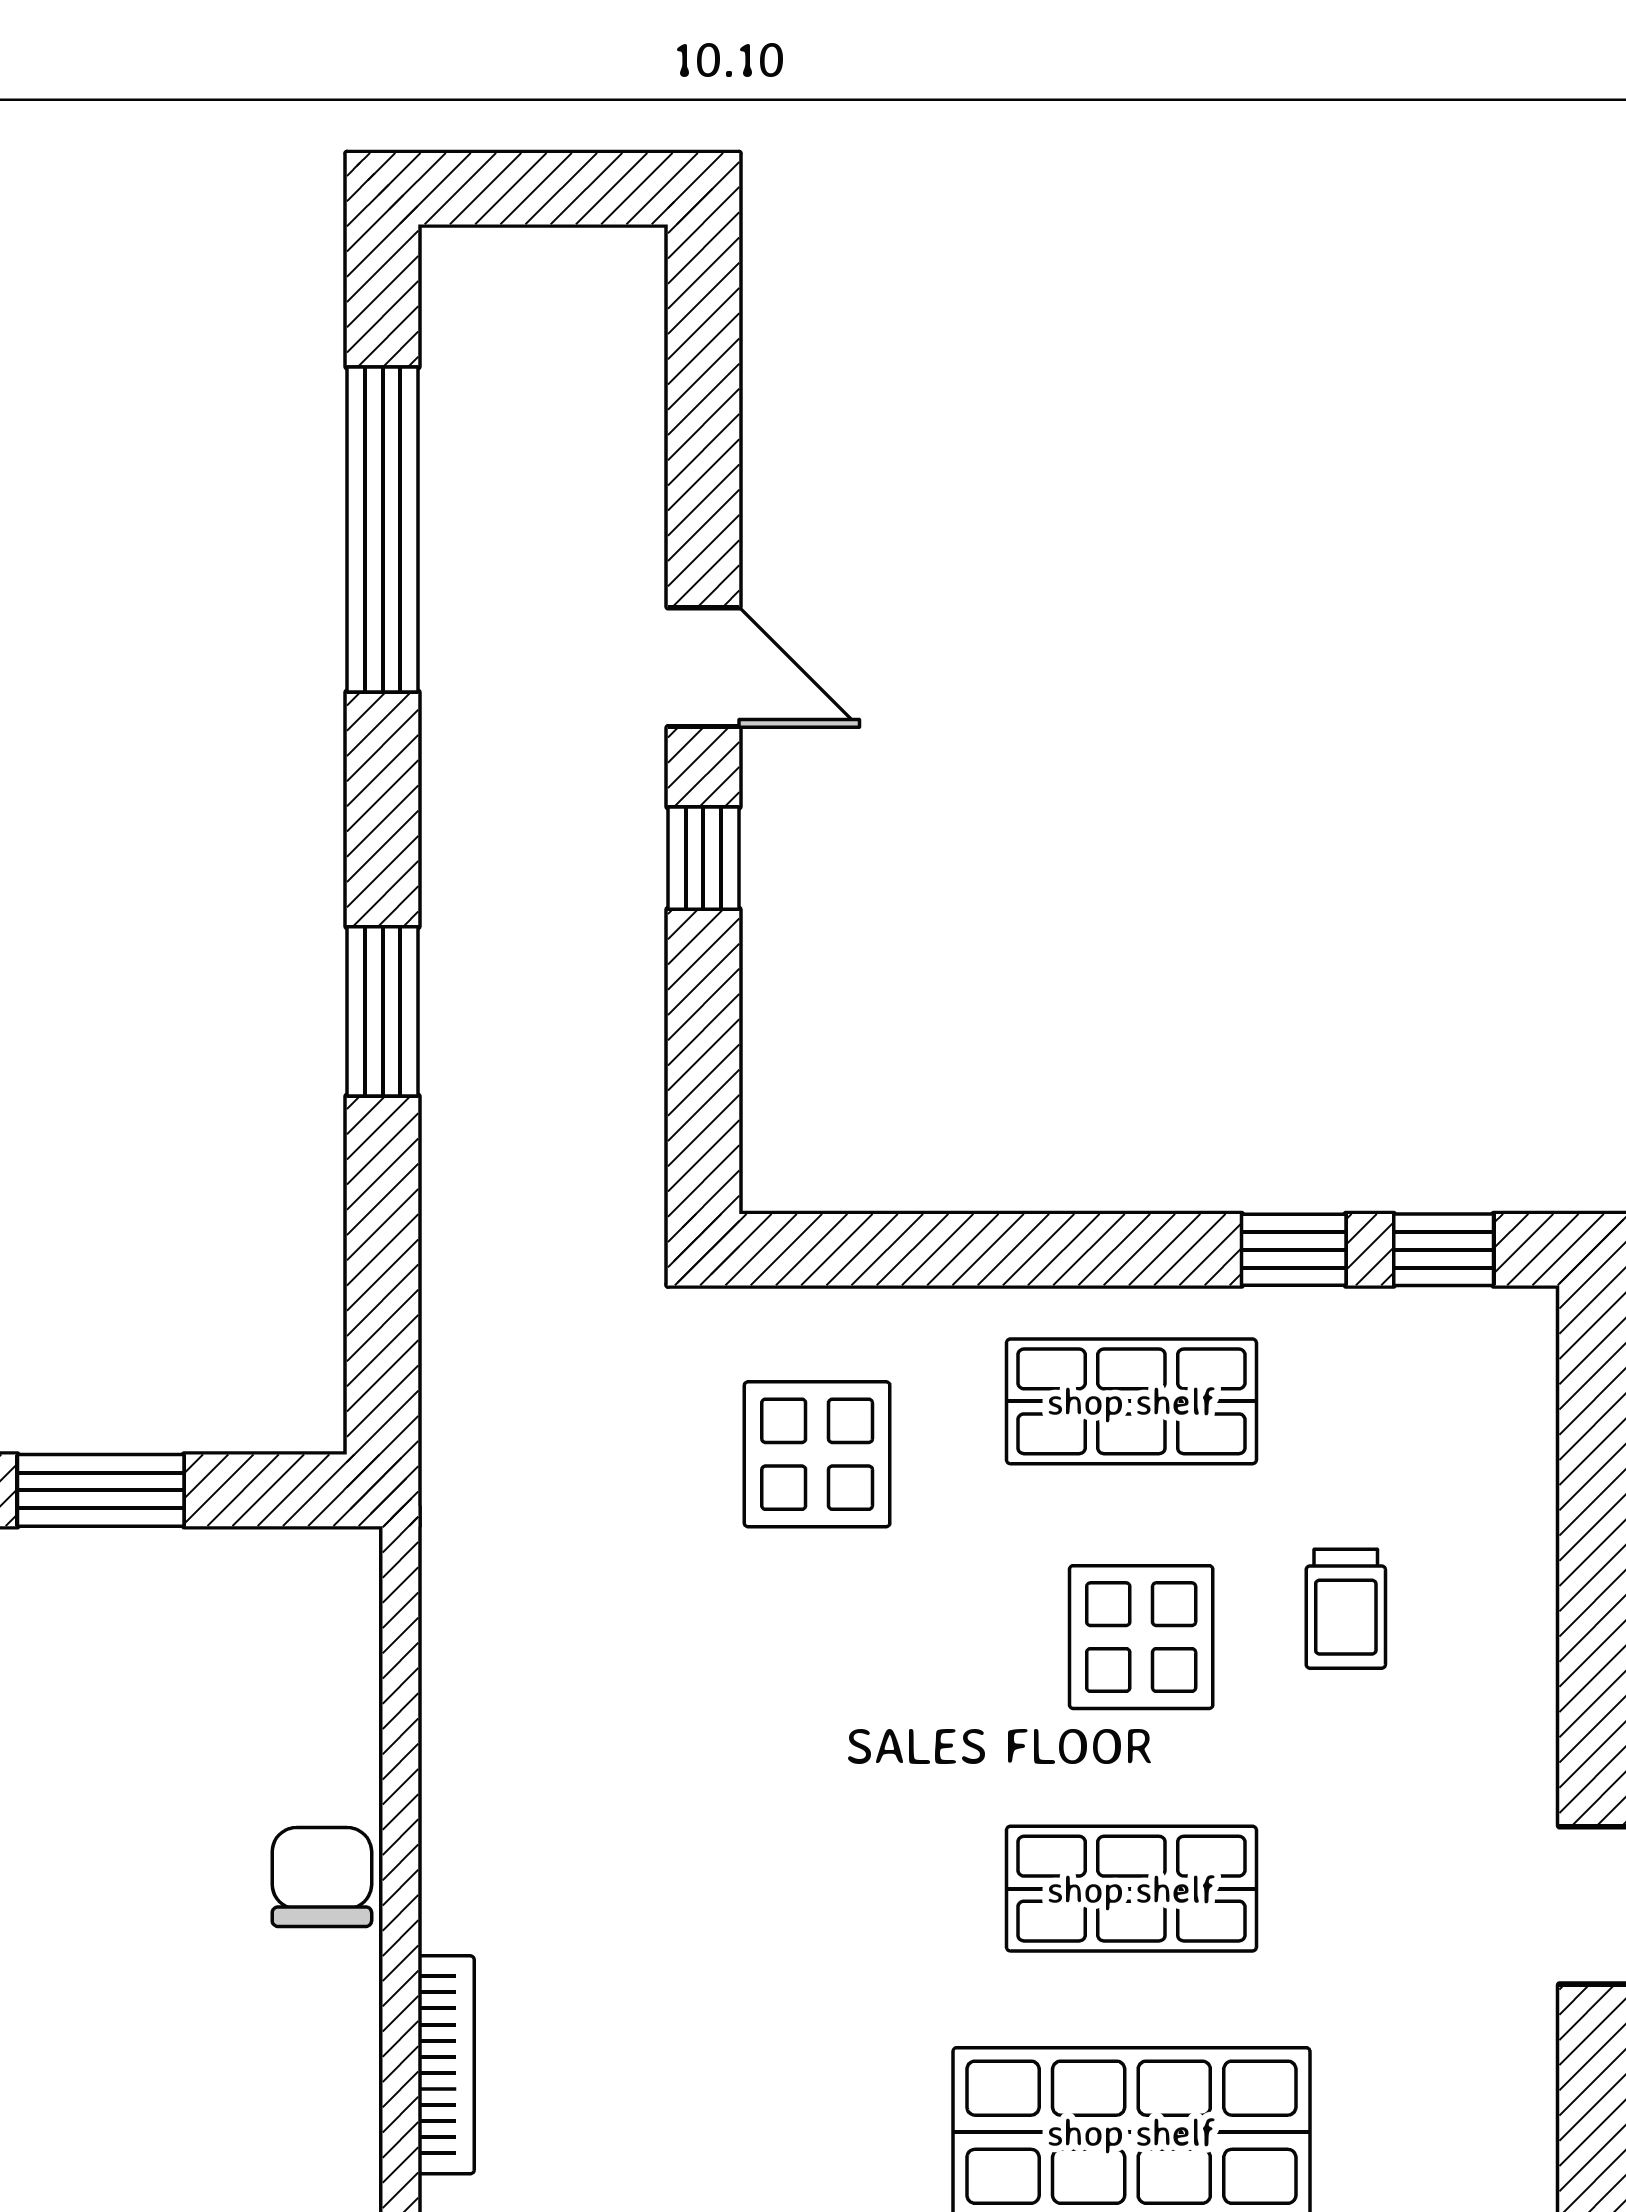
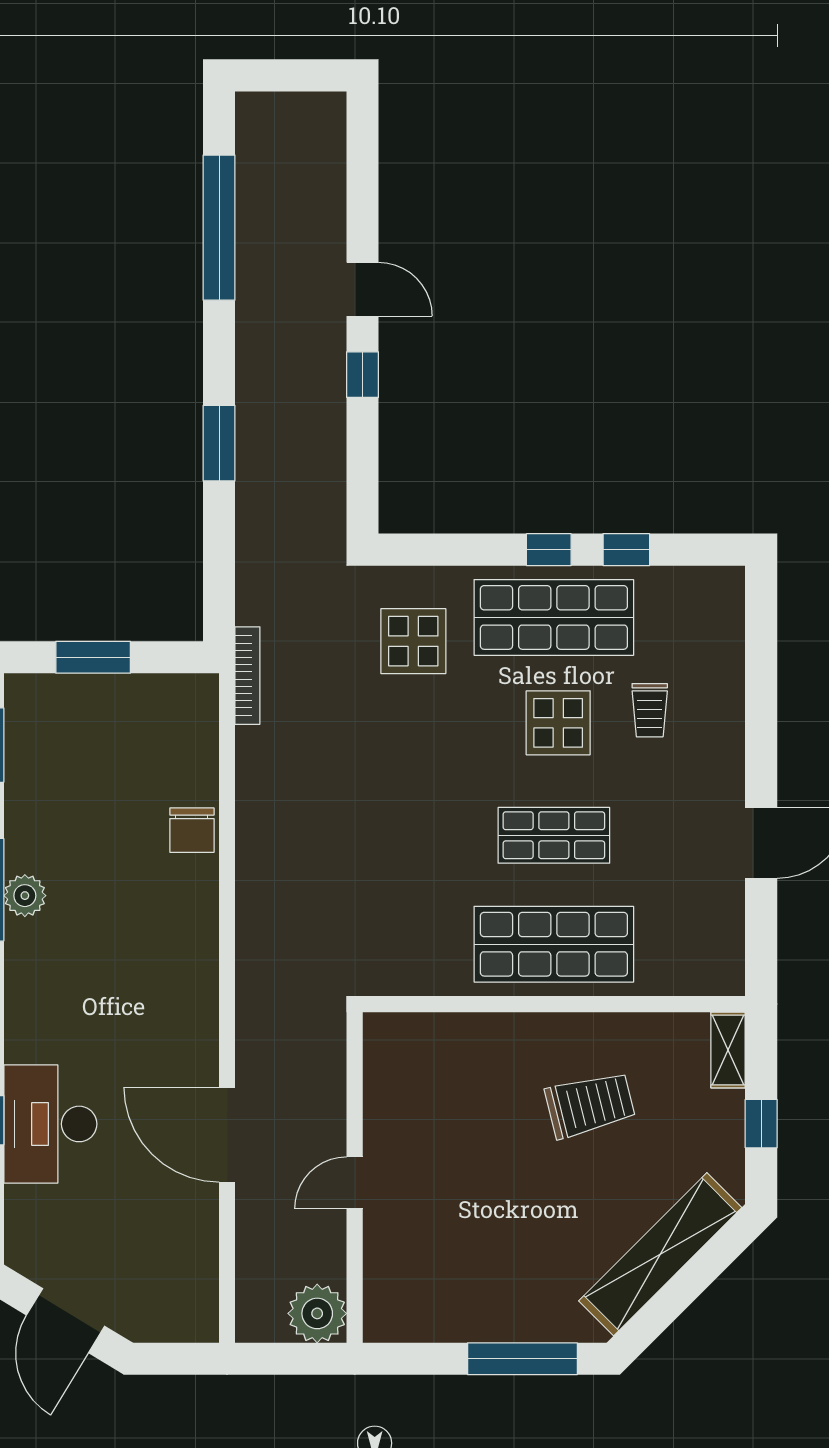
window: (1444, 1250) -> (549, 550), moved
shop shelf: (1131, 1401) -> (554, 617), width x1.43, depth x1.36
chair: (322, 1877) -> (192, 830), turned 180
bookcase: (446, 2065) -> (247, 676), moved

